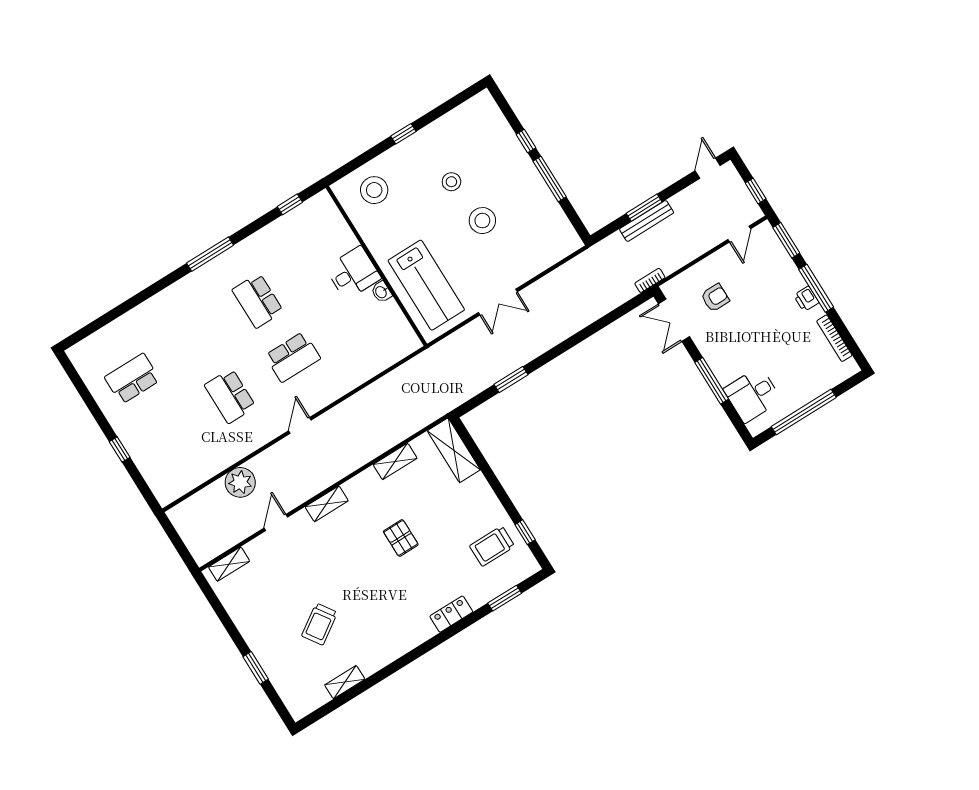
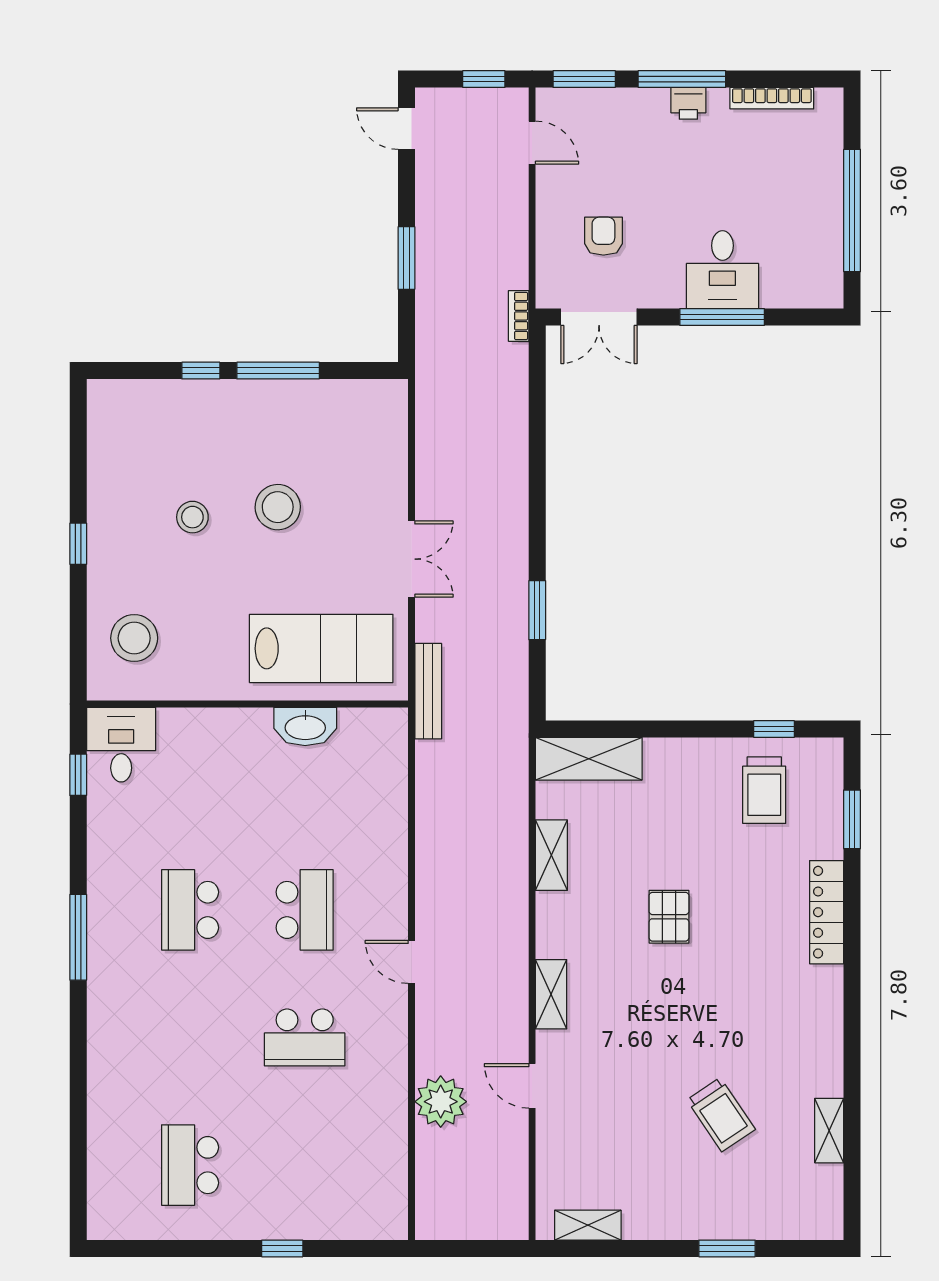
bench: (647, 221) -> (428, 691), moved
desk: (353, 273) -> (121, 745), moved
washbasin: (381, 292) -> (305, 727), width x1.91, depth x1.45
school desk: (258, 301) -> (190, 910), turned 90
desk: (753, 395) -> (722, 270), moved
pallet: (401, 538) -> (669, 917), turned 90
shelving: (229, 564) -> (588, 1225), moved, turned 90
locker: (451, 614) -> (827, 912), width x1.53

